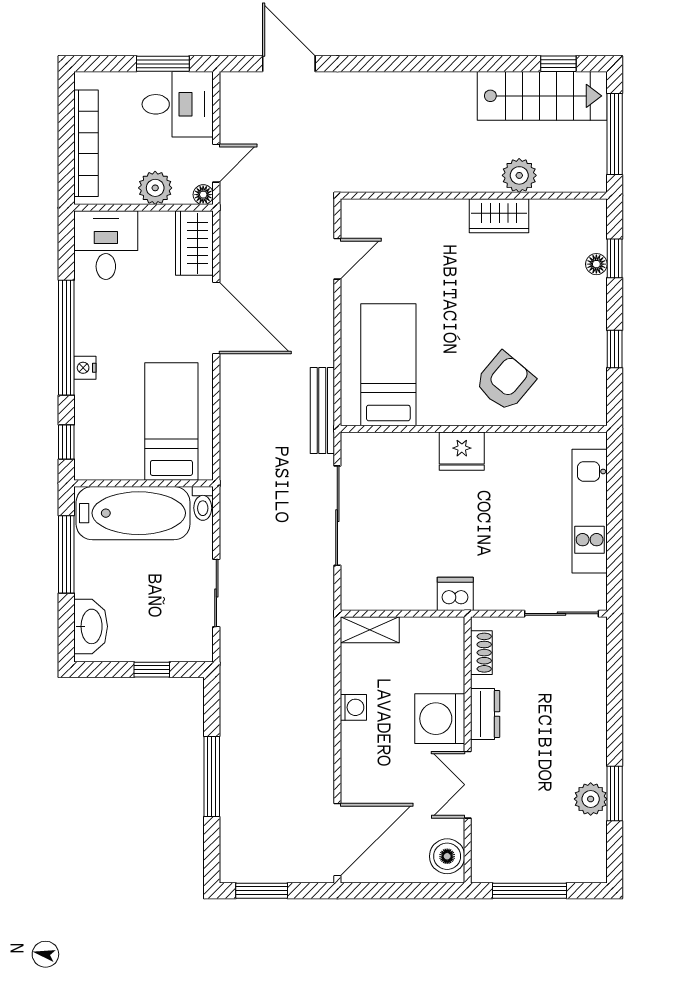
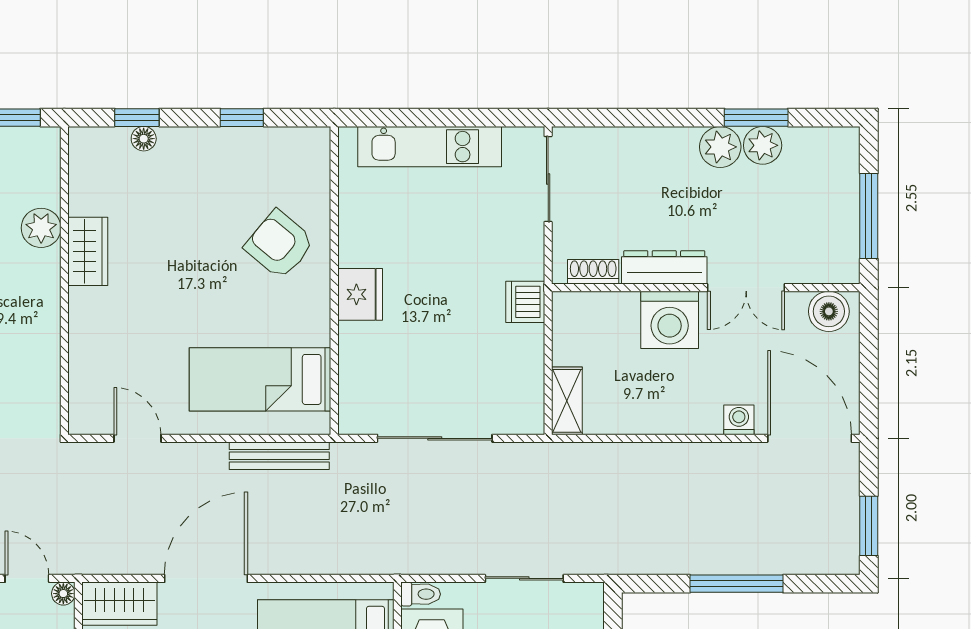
bench: (322, 410) -> (279, 456), moved
washing machine: (353, 707) -> (739, 420), moved
dresser: (485, 714) -> (664, 267), width x1.44
plant: (589, 762) -> (720, 147), added

